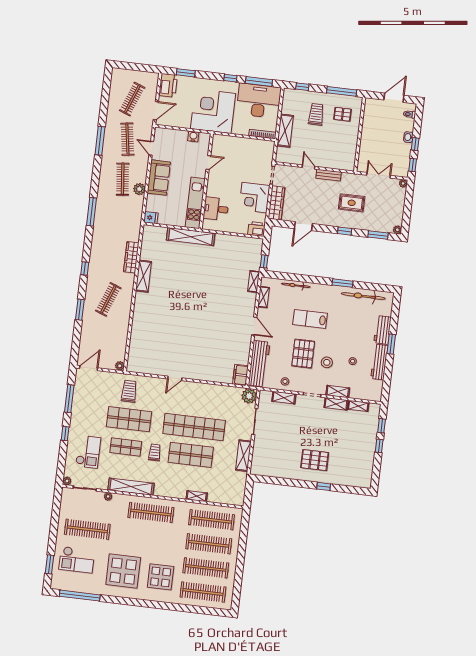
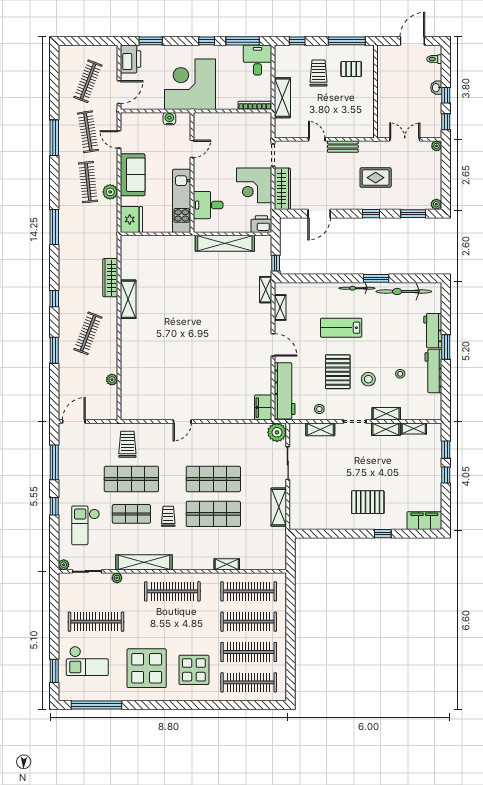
desk: (259, 101) -> (258, 60), width x0.53, depth x0.77
fridge: (151, 218) -> (131, 219), width x1.88, depth x1.34
shelving: (191, 237) -> (225, 243), moved
bicycle: (296, 285) -> (357, 288), moved
plant: (120, 366) -> (112, 380), moved
shop shelf: (194, 427) -> (213, 479), width x0.71
checkout: (88, 452) -> (86, 525), turned 180
filing cabinet: (358, 480) -> (424, 521), added

